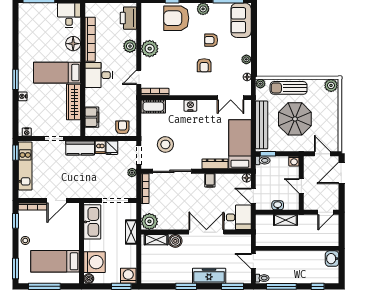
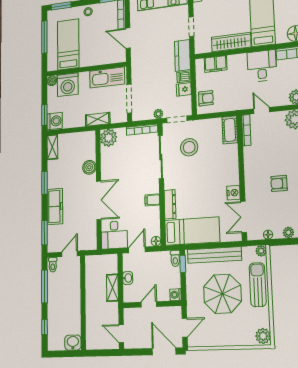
nightstand: (190, 106) -> (233, 193), moved
shelving: (156, 240) -> (52, 147), moved

